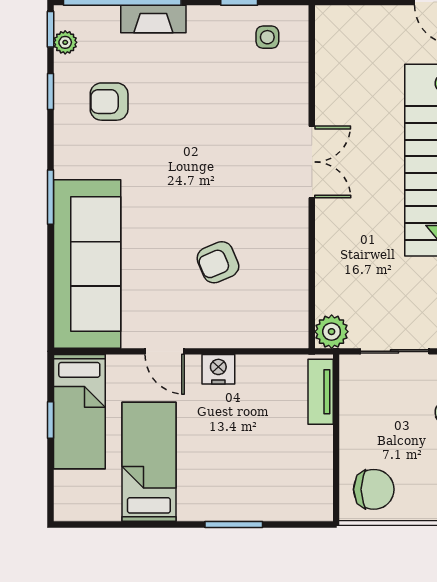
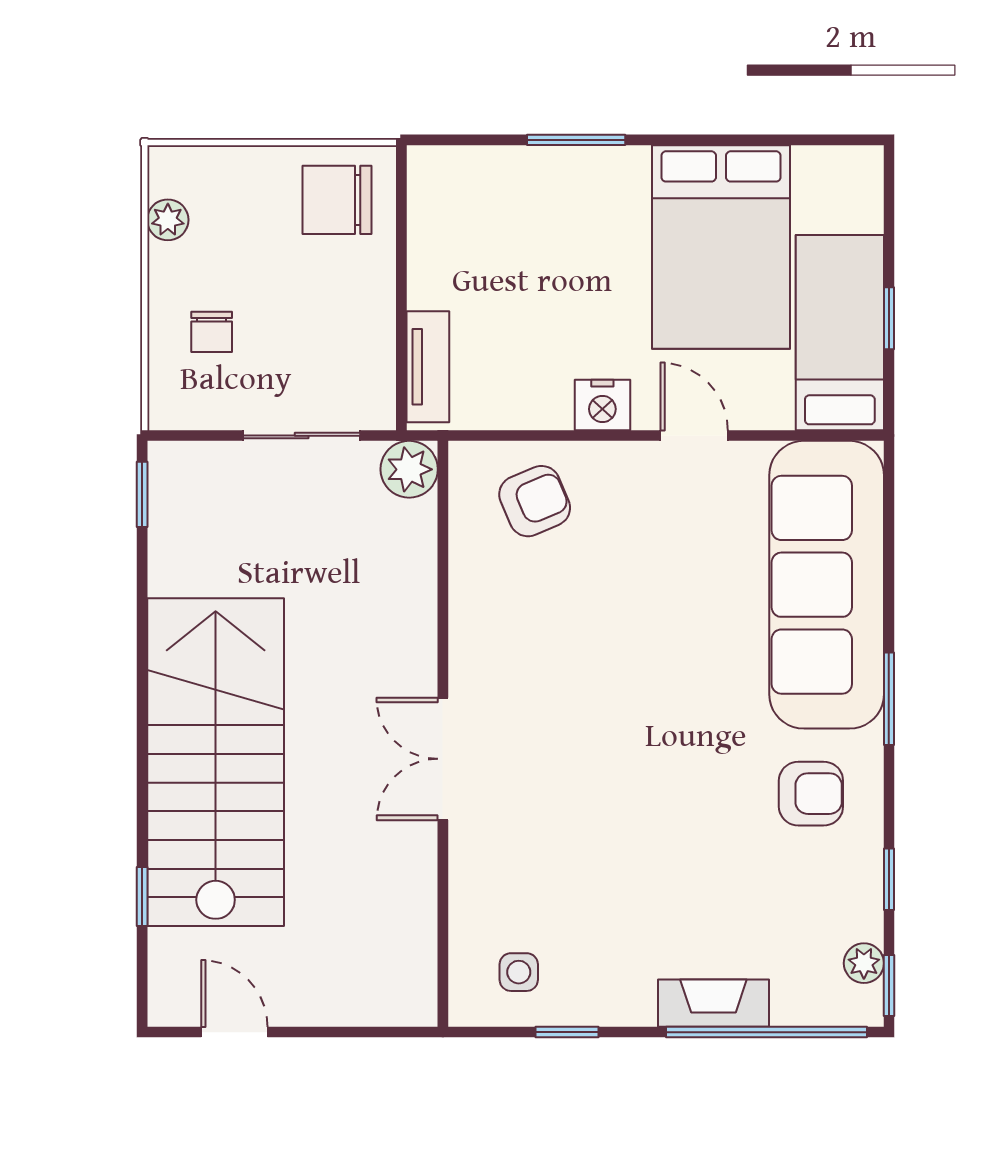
armchair: (109, 102) -> (811, 794), moved
armchair: (218, 262) -> (535, 501), moved
bed: (149, 462) -> (721, 247), width x1.50

